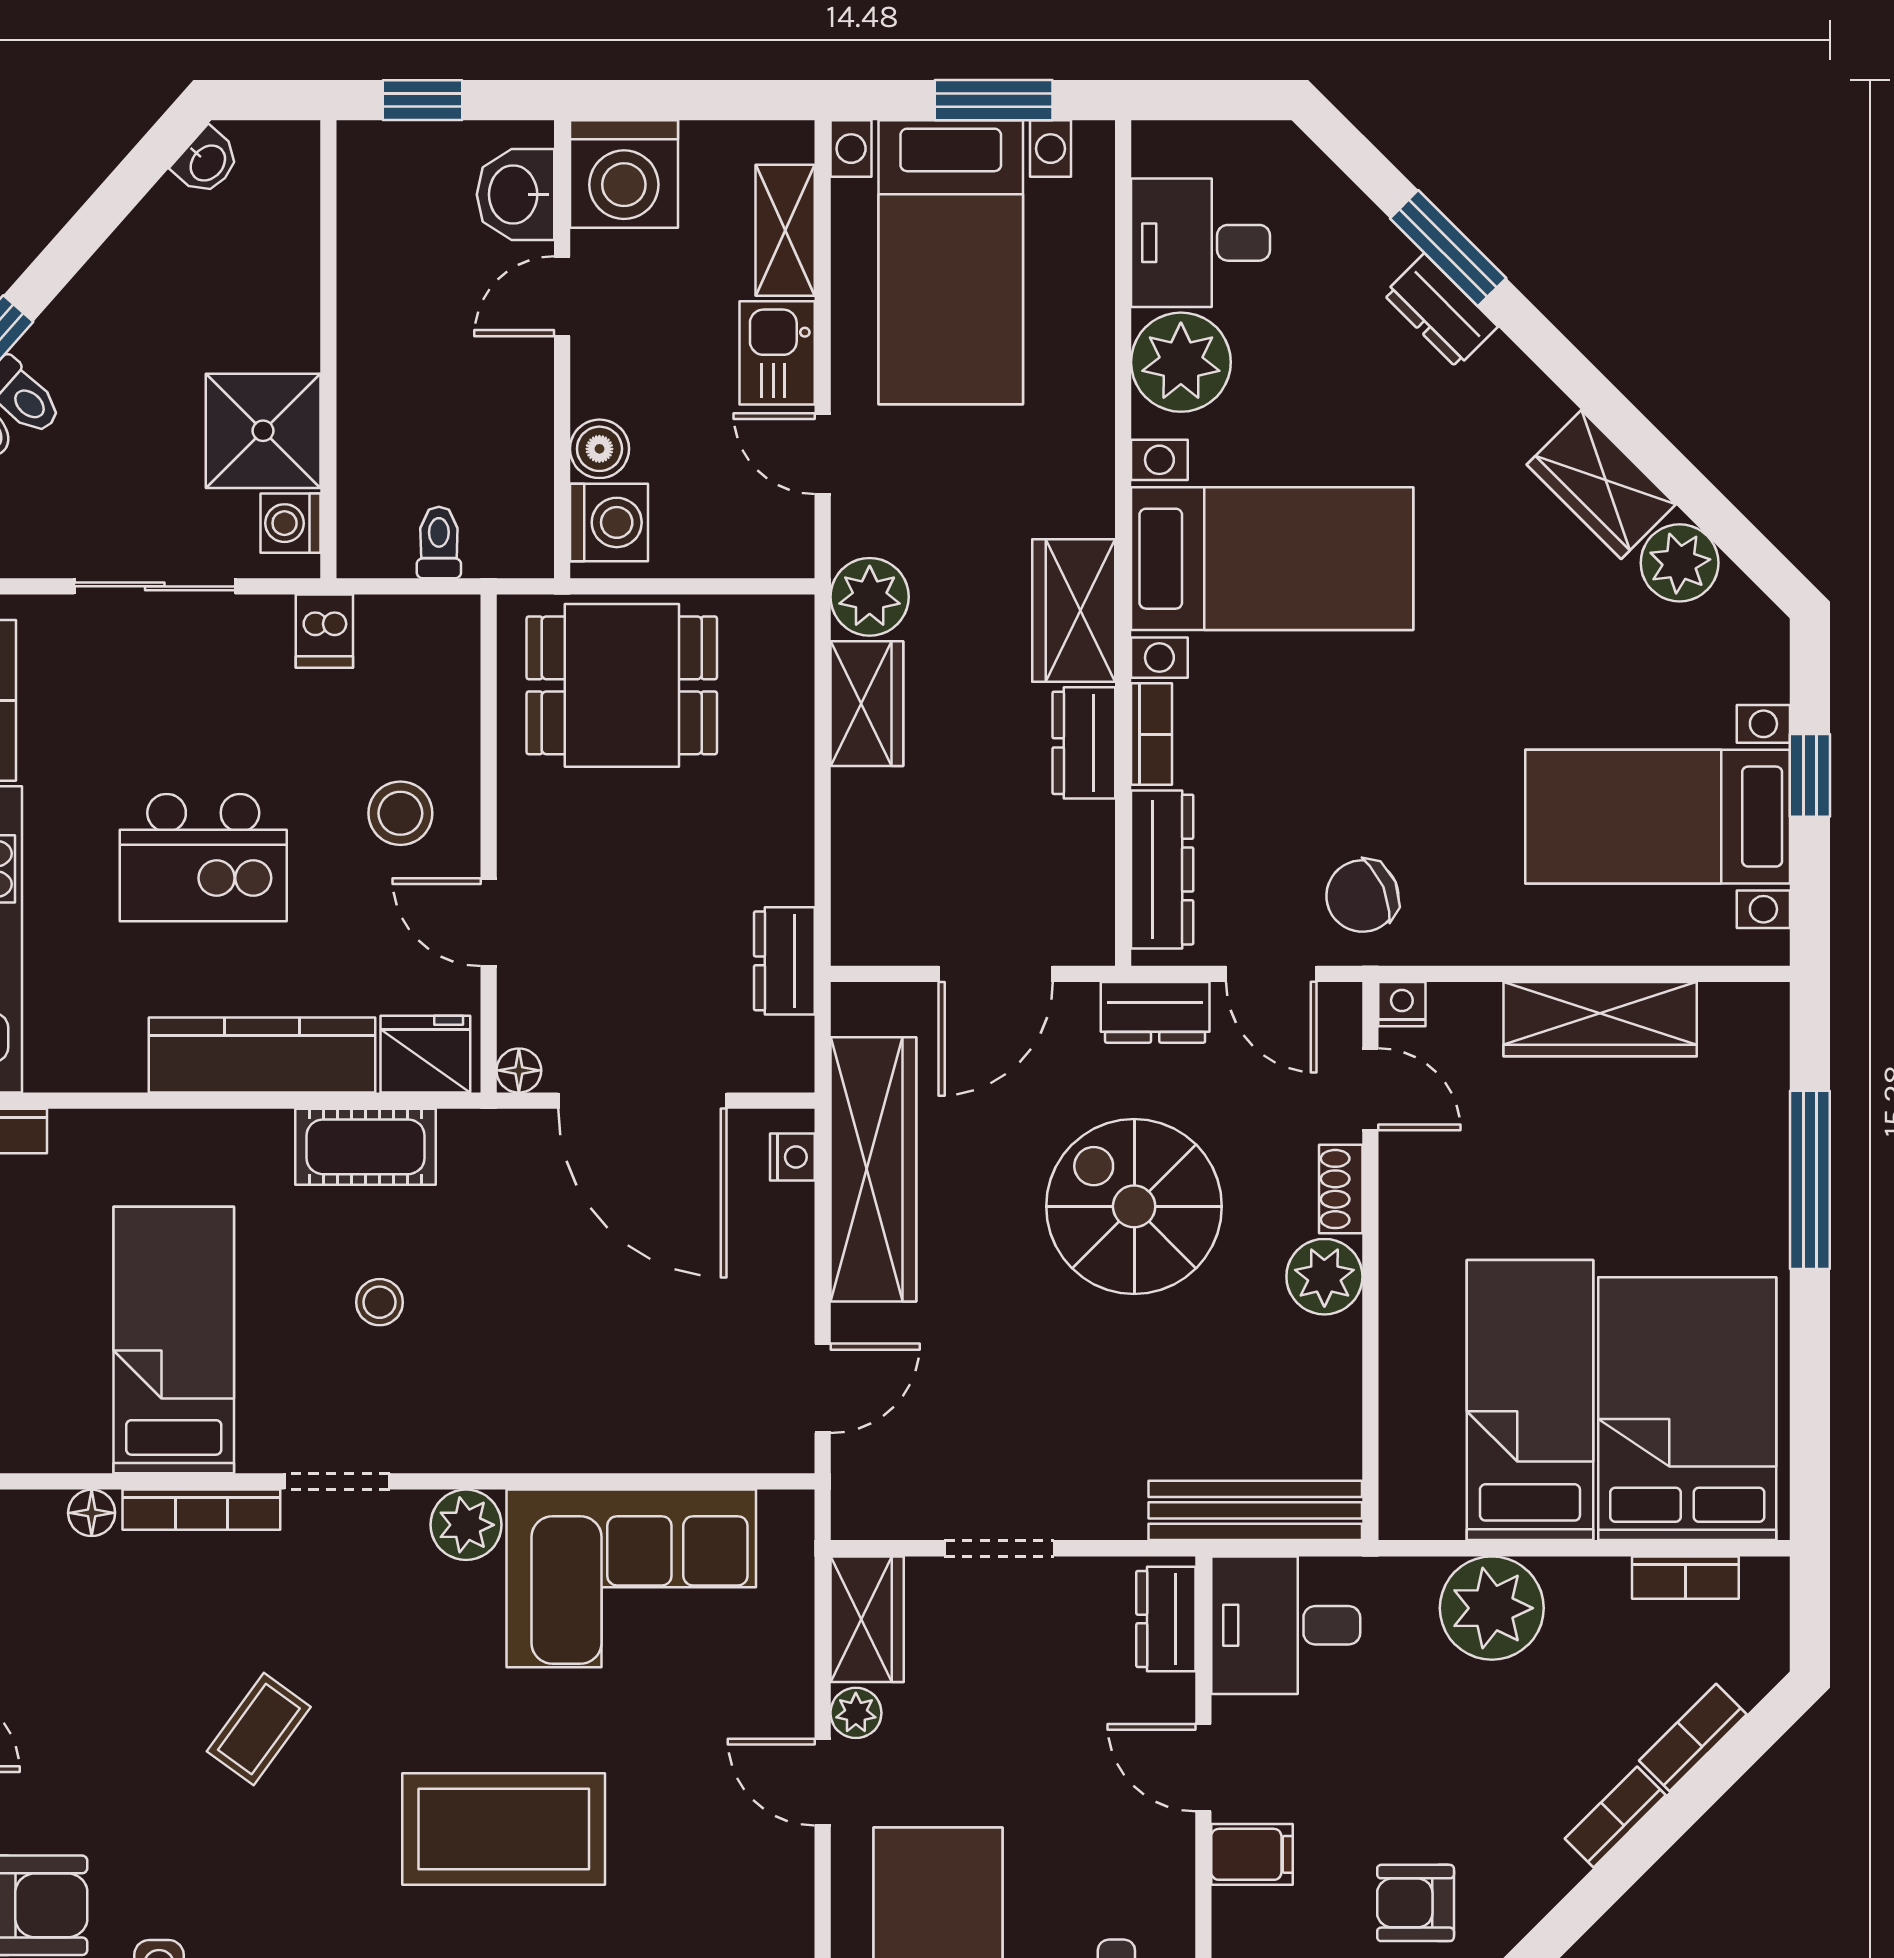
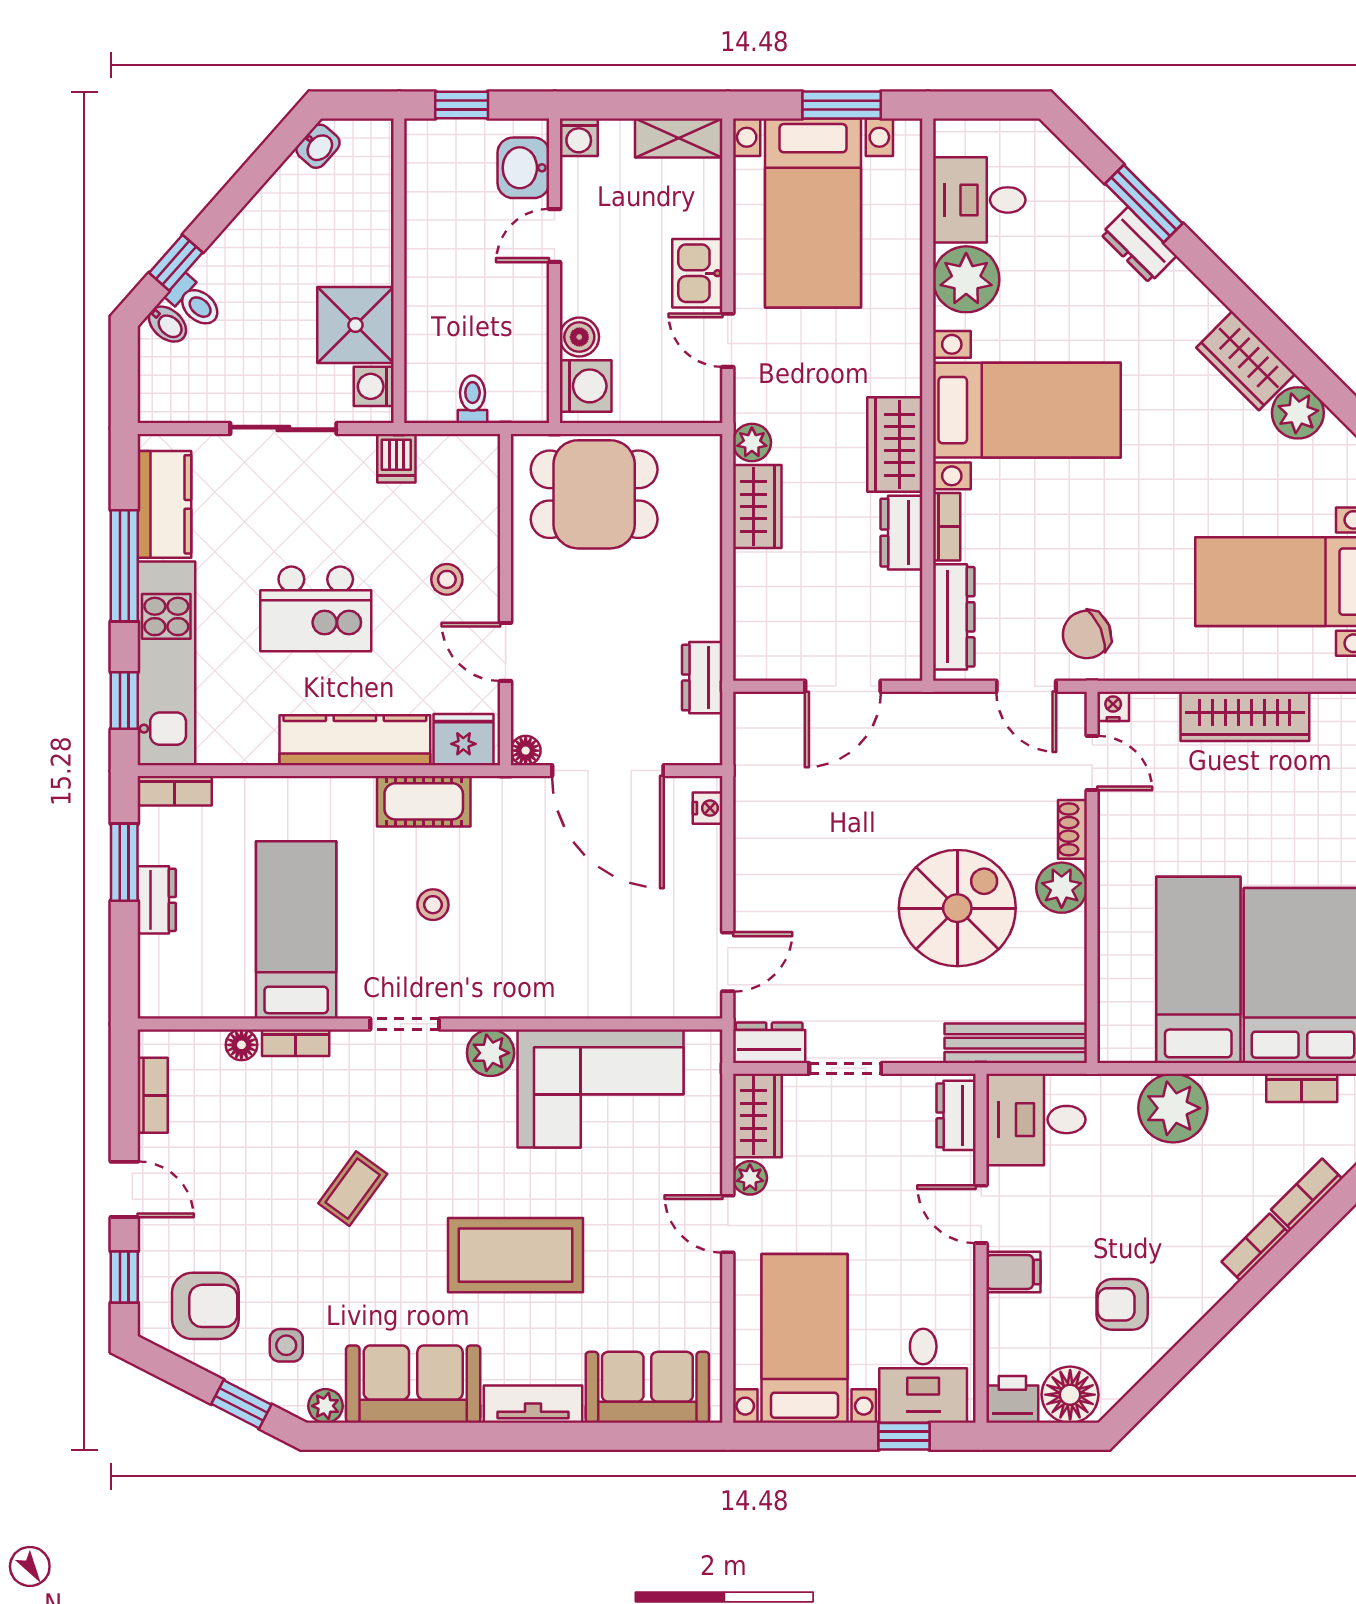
washing machine: (624, 174) -> (579, 137), width x0.53, depth x0.53
shelving: (785, 230) -> (679, 138), moved, turned 90
plant: (870, 597) -> (752, 442), width x0.73, depth x0.73
stool: (400, 813) -> (447, 579), width x0.73, depth x0.73
dresser: (1155, 1012) -> (769, 1043), moved, turned 180
wardrobe: (873, 1169) -> (762, 816), removed
spiral stairs: (1134, 1206) -> (957, 908), moved, turned 90
bookcase: (201, 1510) -> (296, 1043), width x0.64

